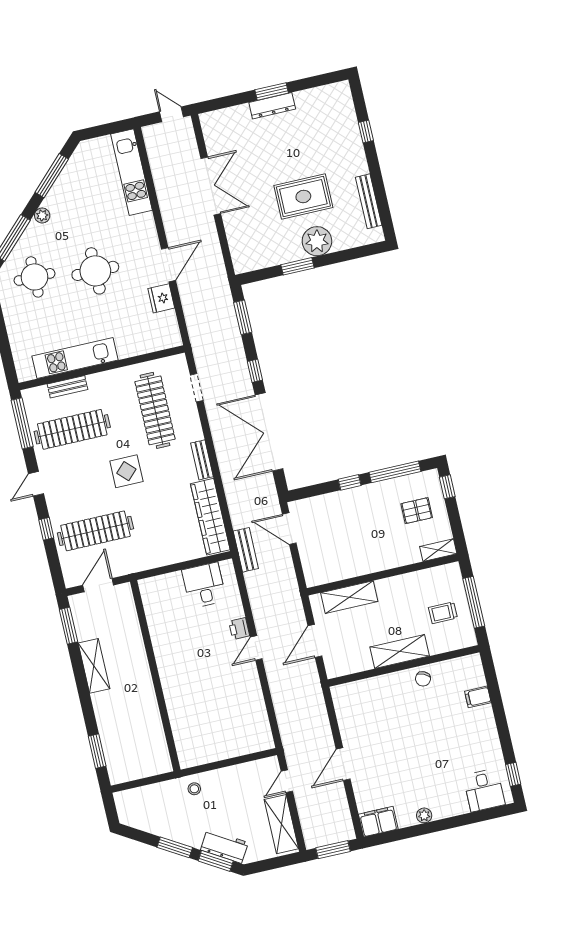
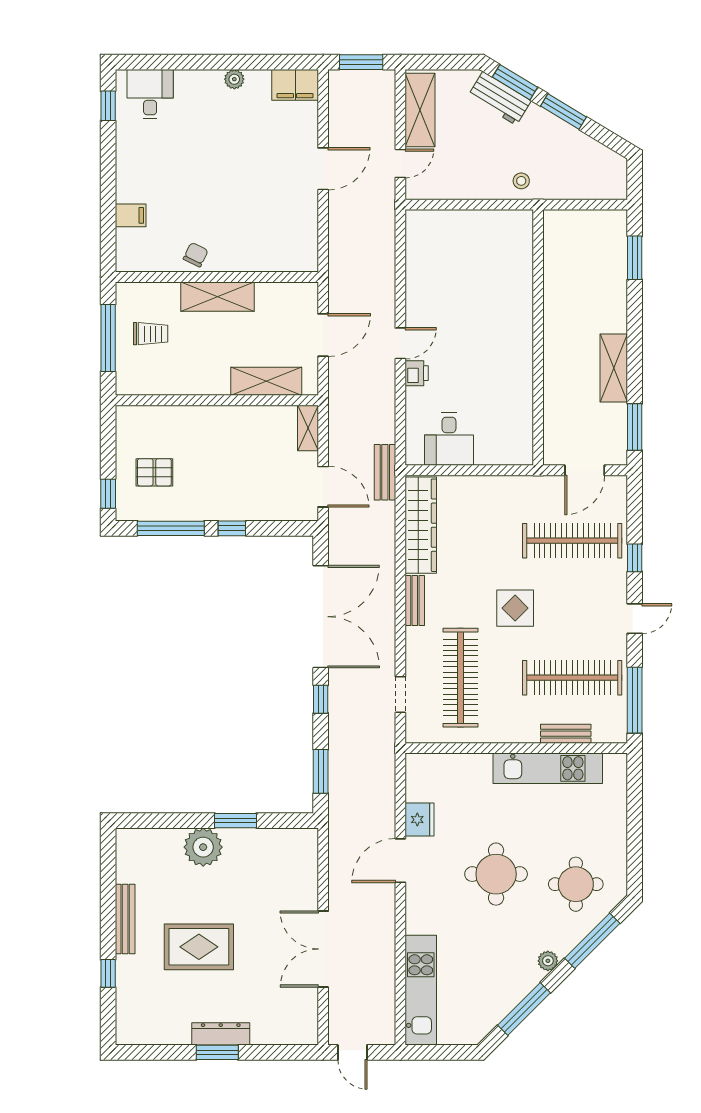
rug: (303, 196) -> (199, 947), moved
bench: (369, 201) -> (125, 919), moved
shelving: (438, 550) -> (308, 428), moved, turned 90

